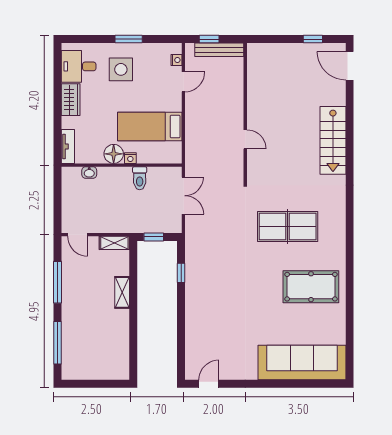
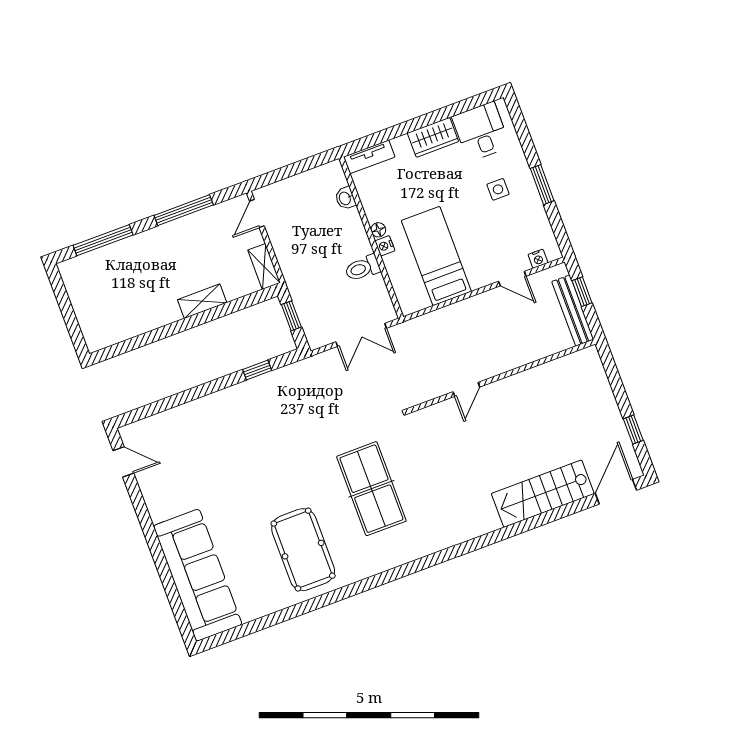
side table: (121, 69) -> (498, 189), width x0.54, depth x0.54
stairs: (333, 140) -> (543, 494), moved
floor lamp: (114, 154) -> (378, 230), width x0.53, depth x0.53

